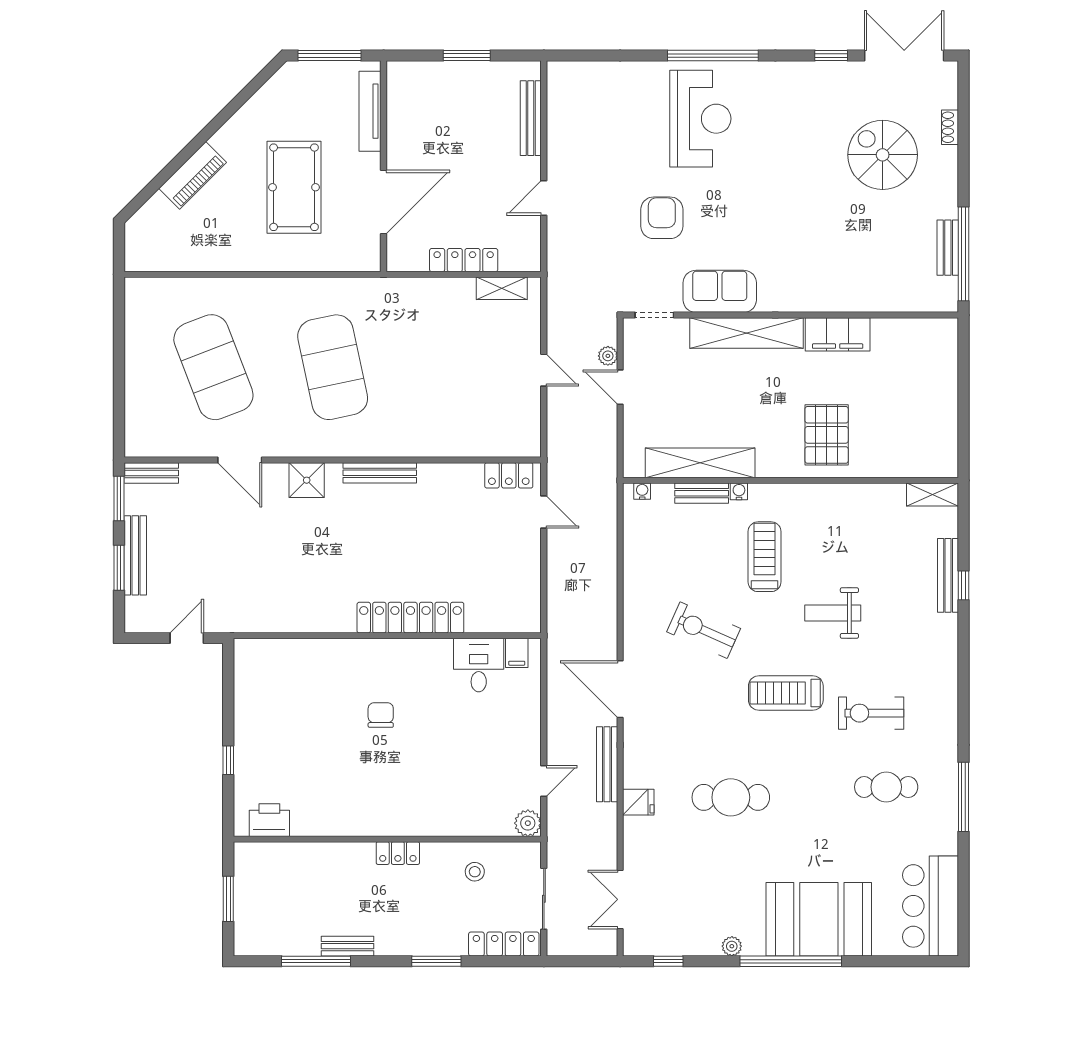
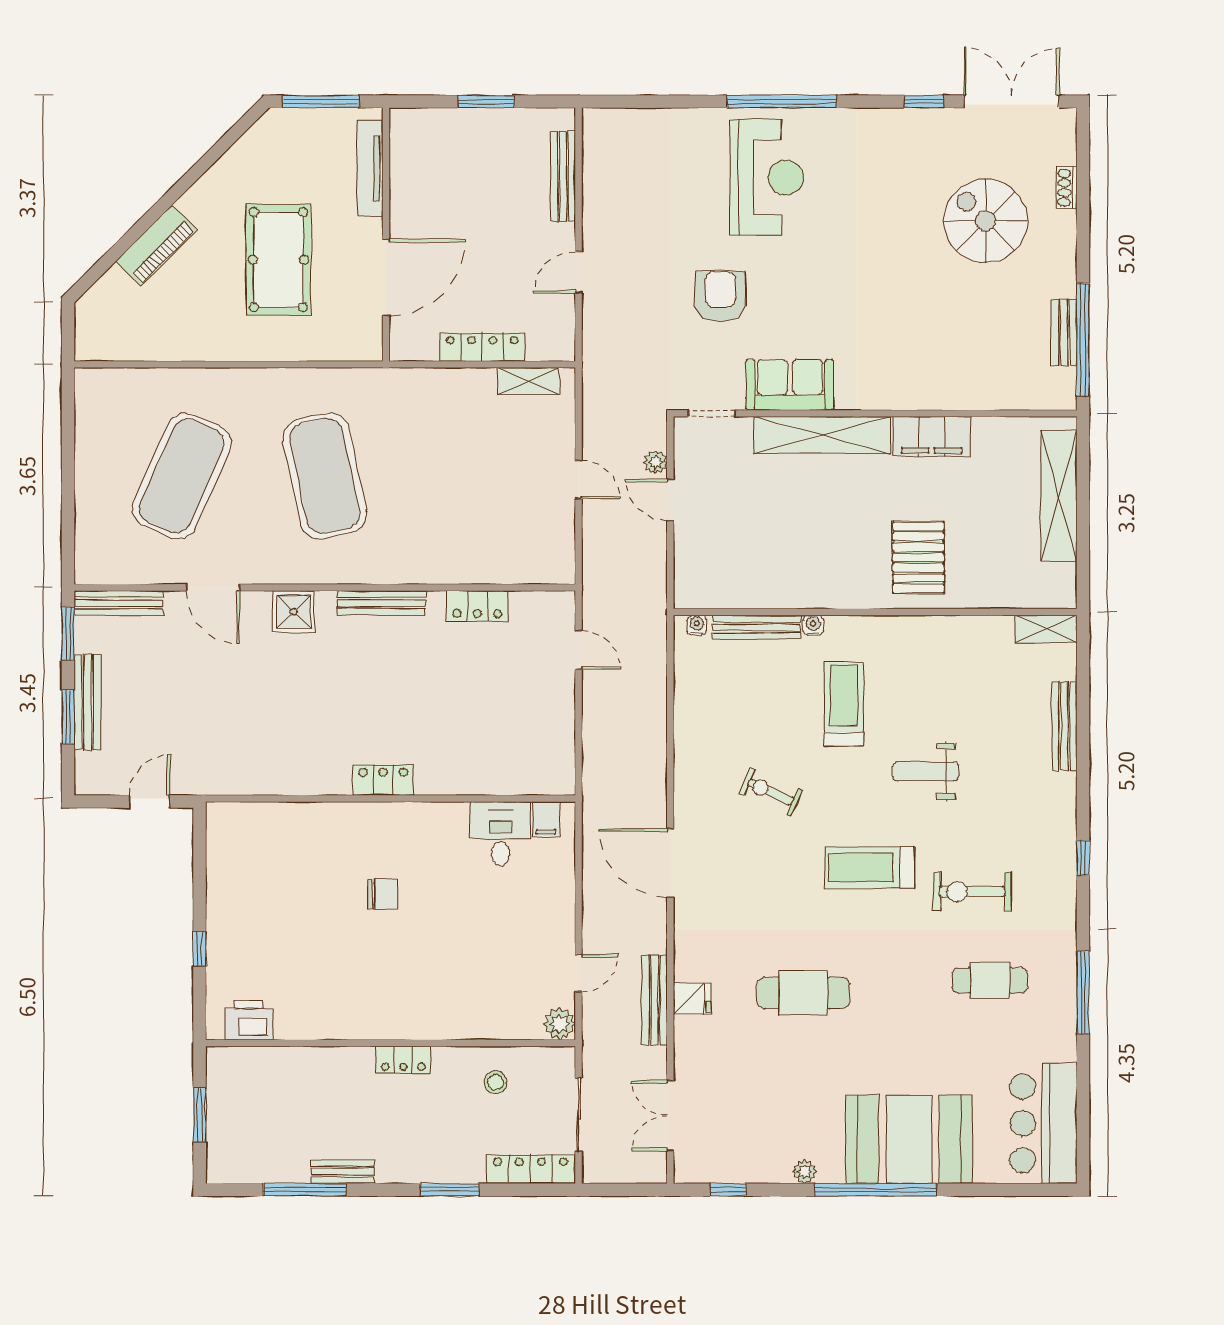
exercise mat: (213, 367) -> (182, 476), turned 45
shelving: (700, 463) -> (1059, 495), moved, turned 90
bench: (151, 473) -> (119, 603), width x1.36
locker: (509, 475) -> (477, 606), moved
bench: (702, 493) -> (757, 627), width x1.36
window: (964, 585) -> (1083, 858), moved
locker: (410, 618) -> (383, 780), width x0.46, depth x0.83
exercise bike: (704, 630) -> (771, 792), width x0.73, depth x0.72
chair: (381, 715) -> (383, 894), turned 90
bench: (607, 764) -> (655, 1000), moved

